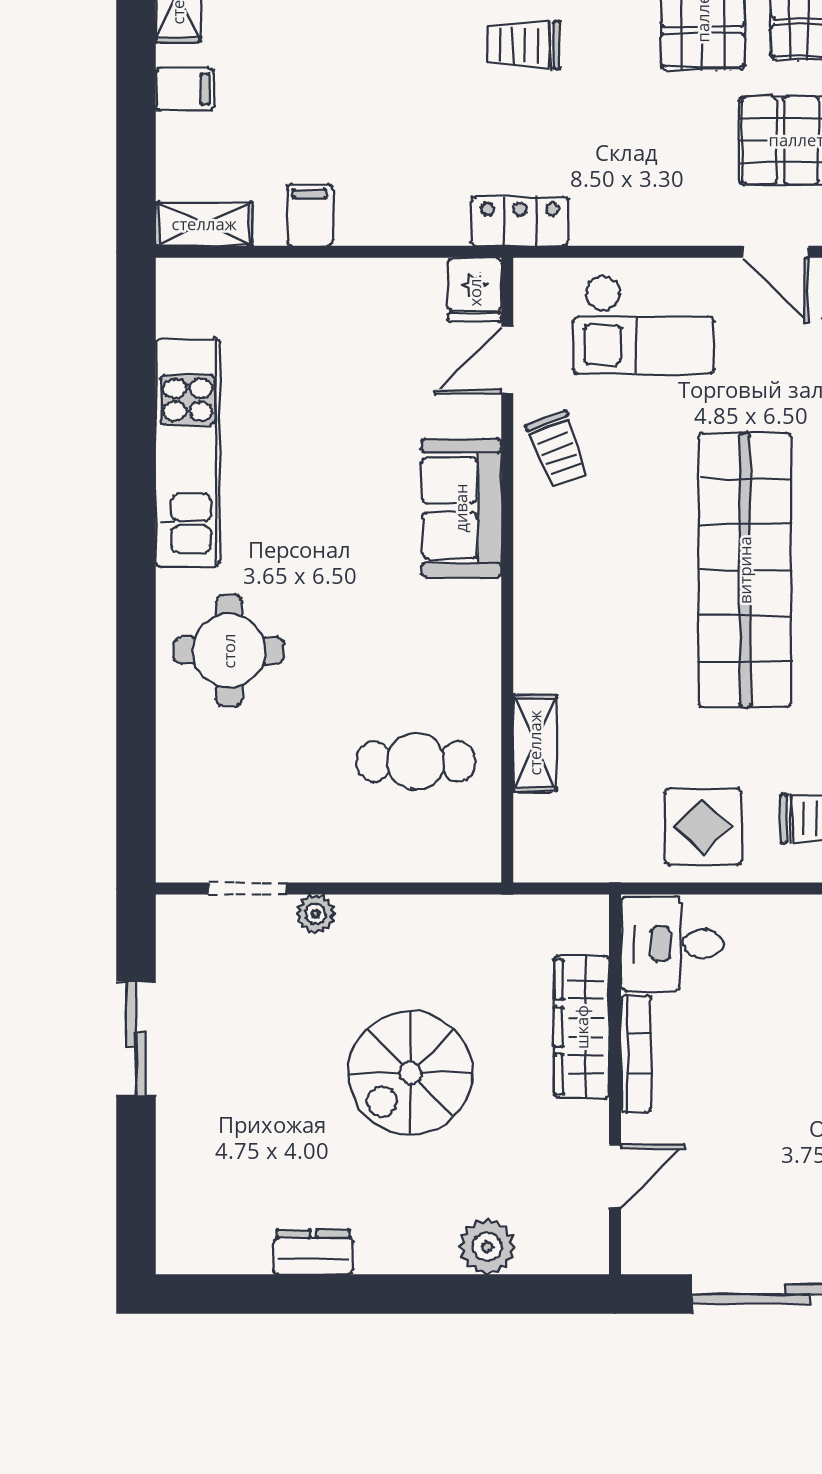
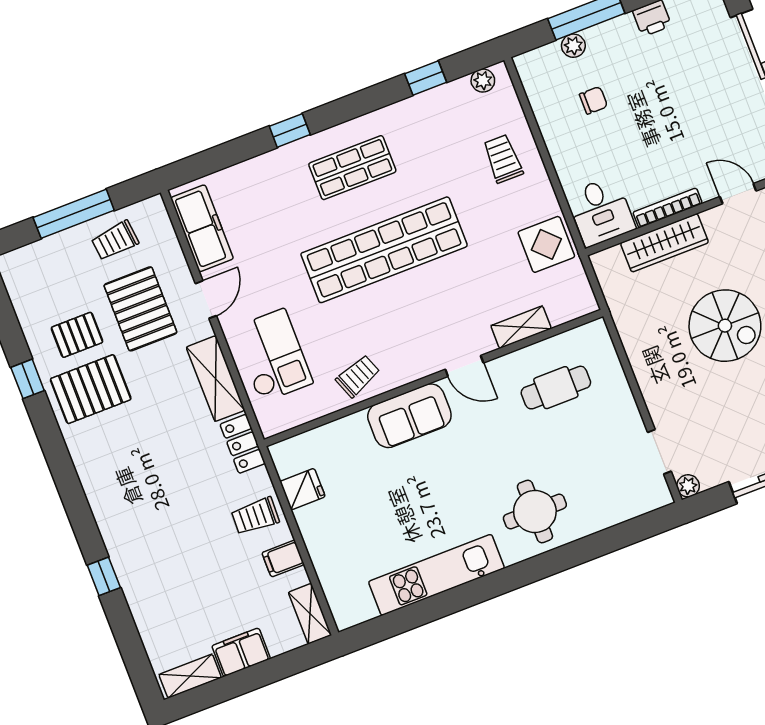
trolley: (524, 45) -> (255, 516), moved, turned 92
filing cabinet: (185, 89) -> (241, 652), width x2.00
shelving: (642, 218) -> (216, 379), added
fridge: (475, 290) -> (303, 489), moved
door: (507, 360) -> (464, 366), moved
cafe table: (416, 762) -> (556, 388), turned 90
display table: (703, 827) -> (546, 244), moved
plant: (316, 914) -> (688, 486), moved

